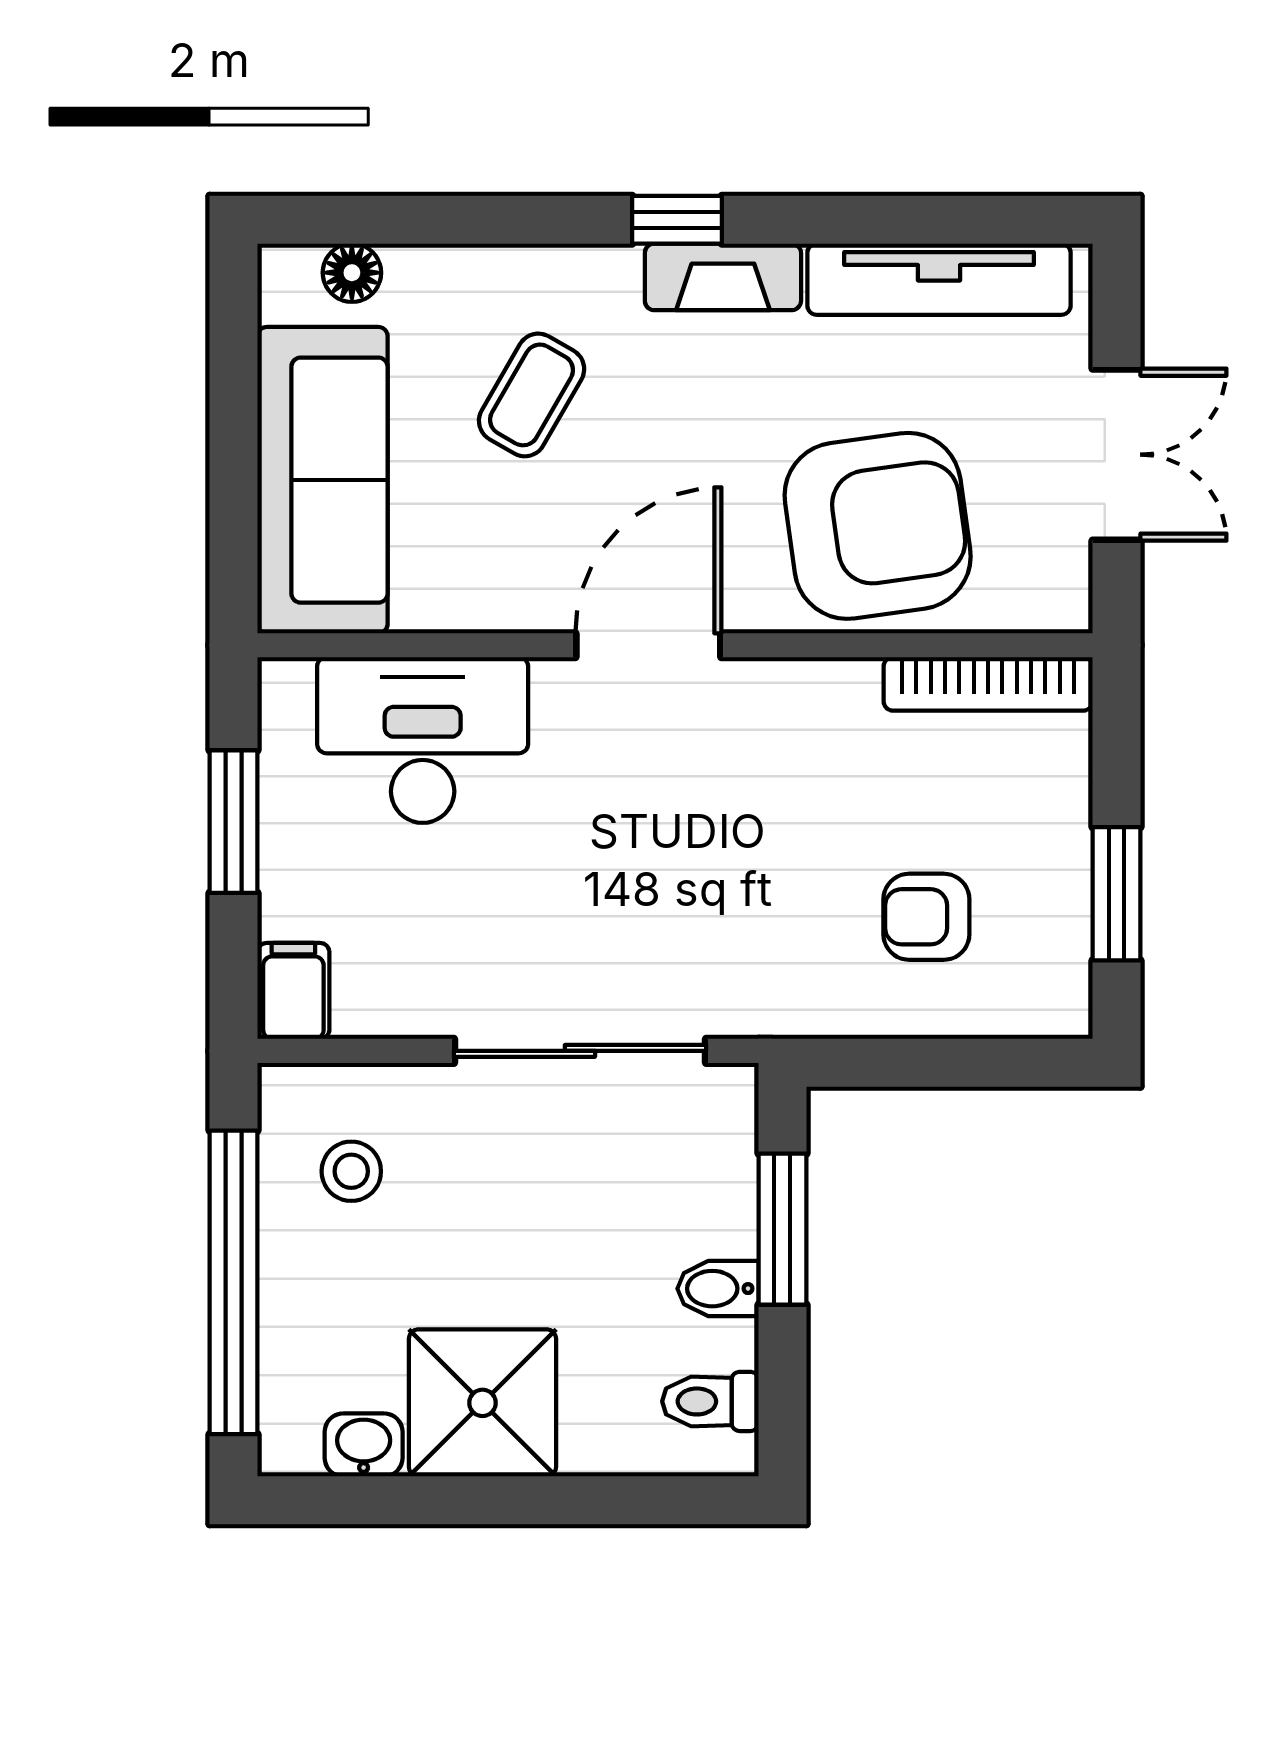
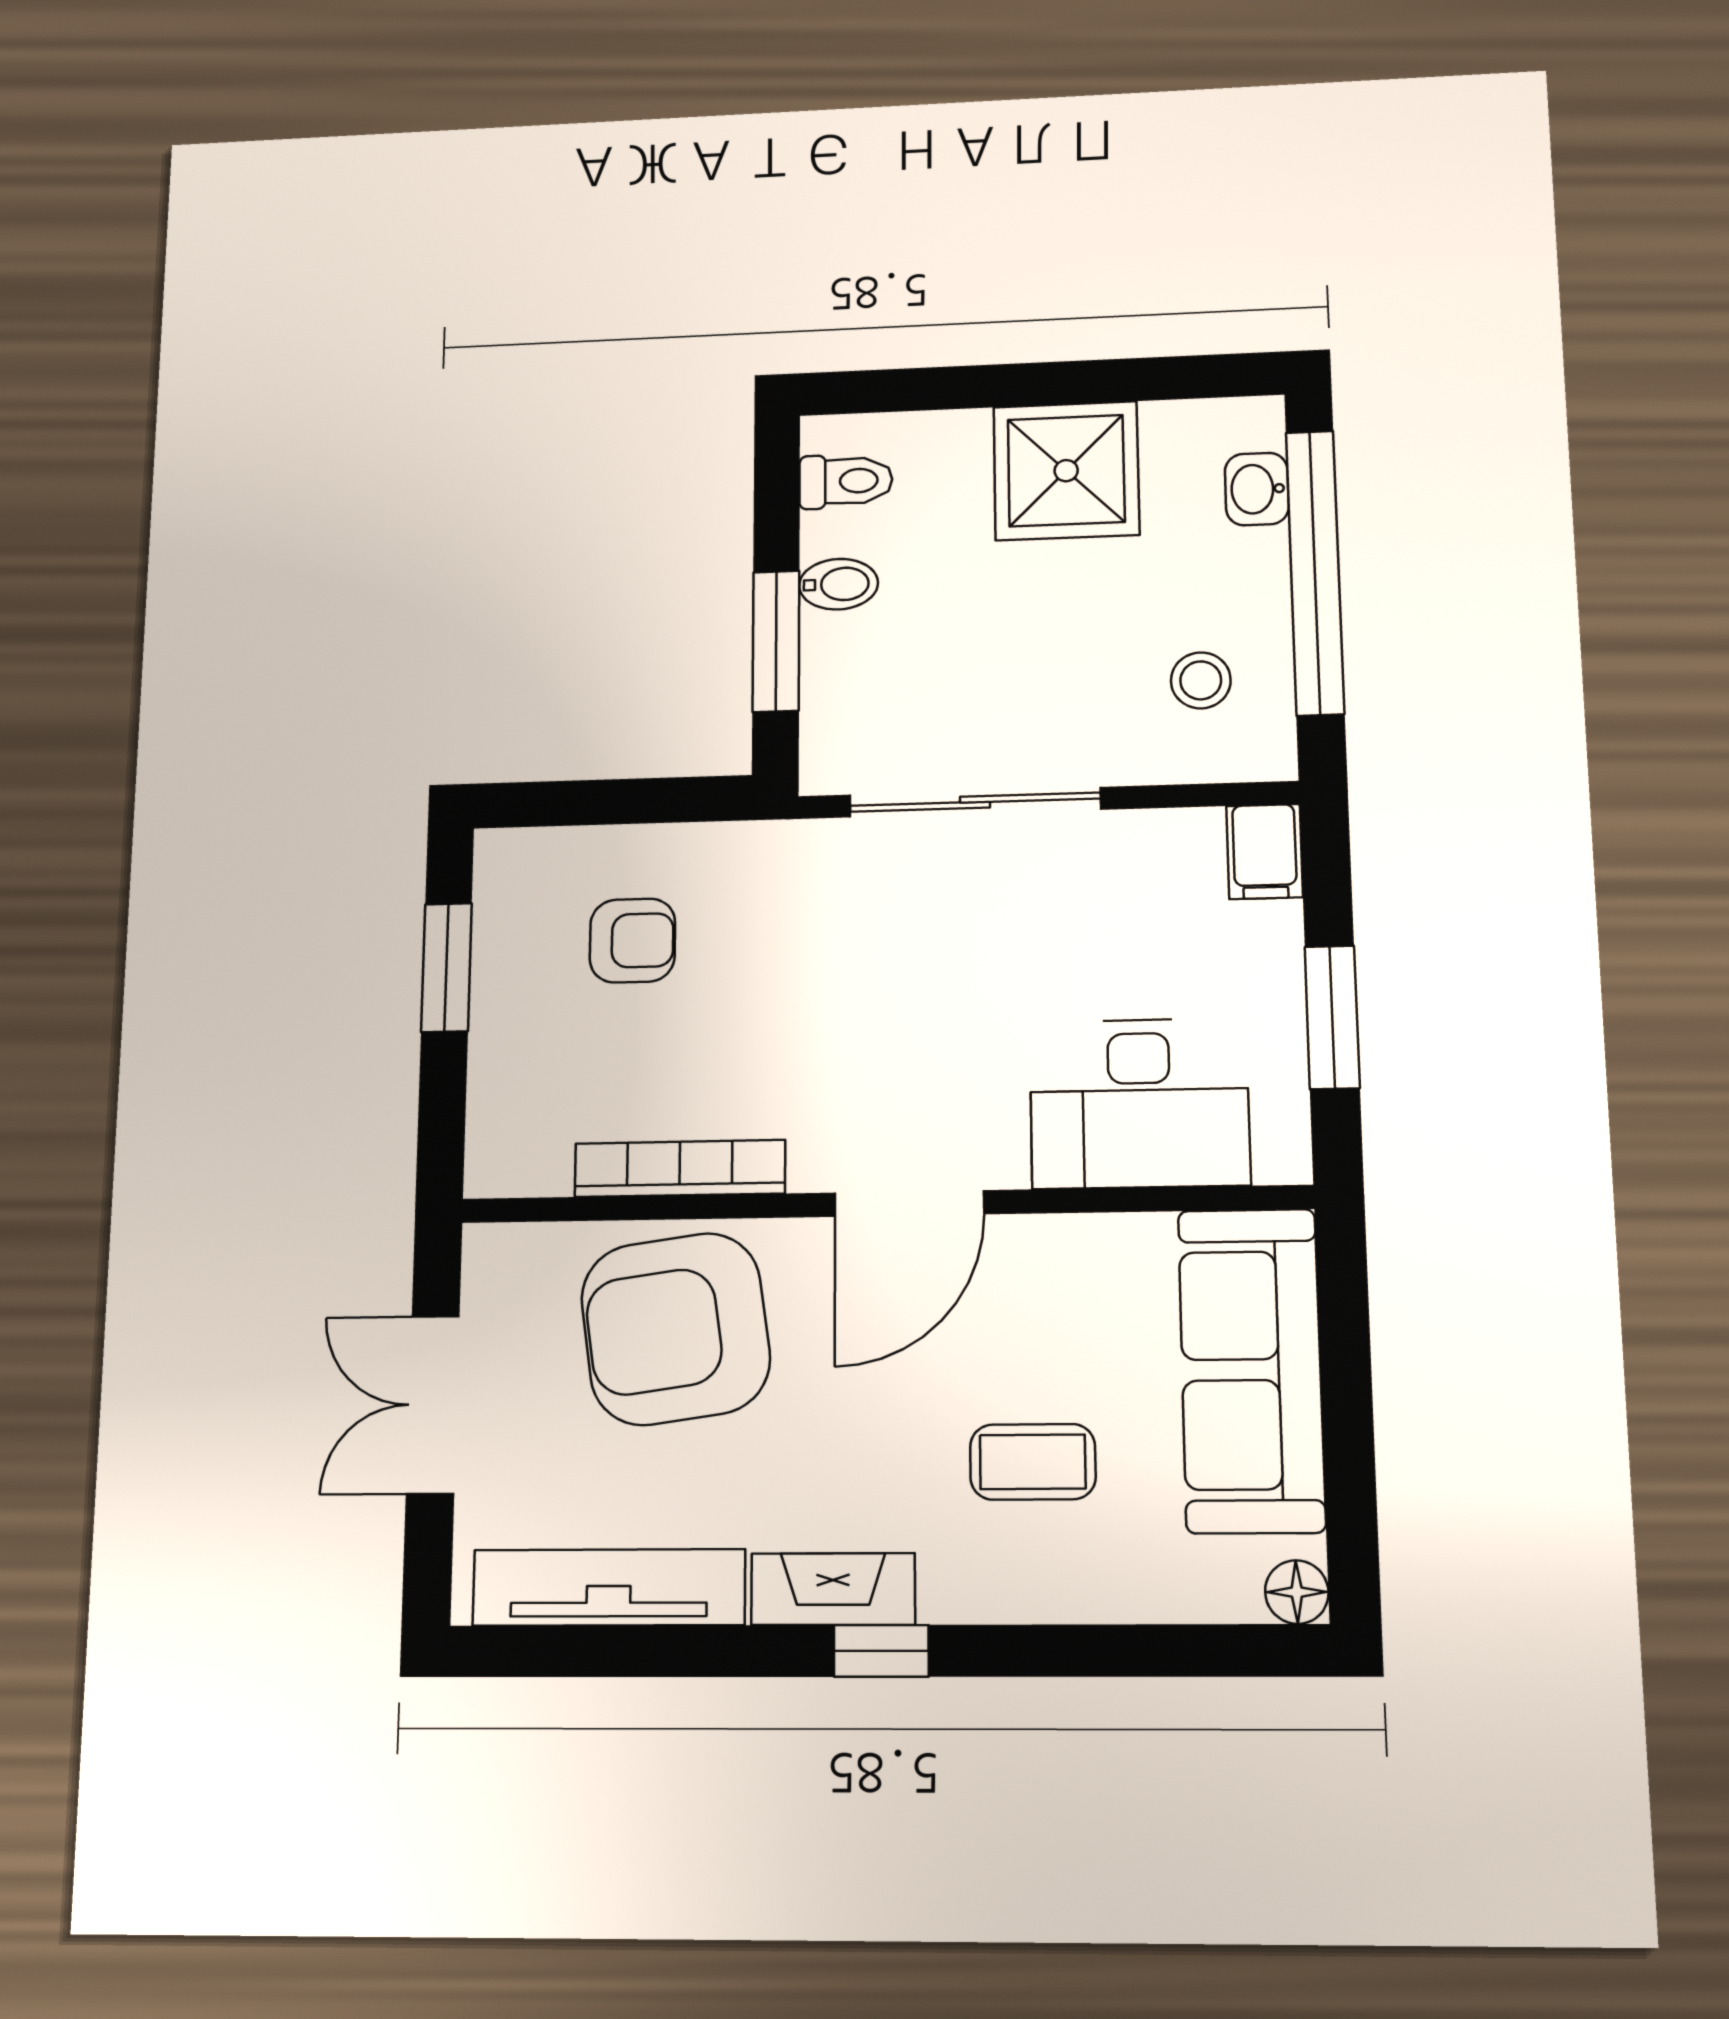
floor lamp: (352, 273) -> (1297, 1592), moved
coffee table: (532, 395) -> (1033, 1462), turned 60
bookcase: (988, 684) -> (680, 1168), moved
washbasin: (364, 1445) -> (1257, 489), moved, turned 90

